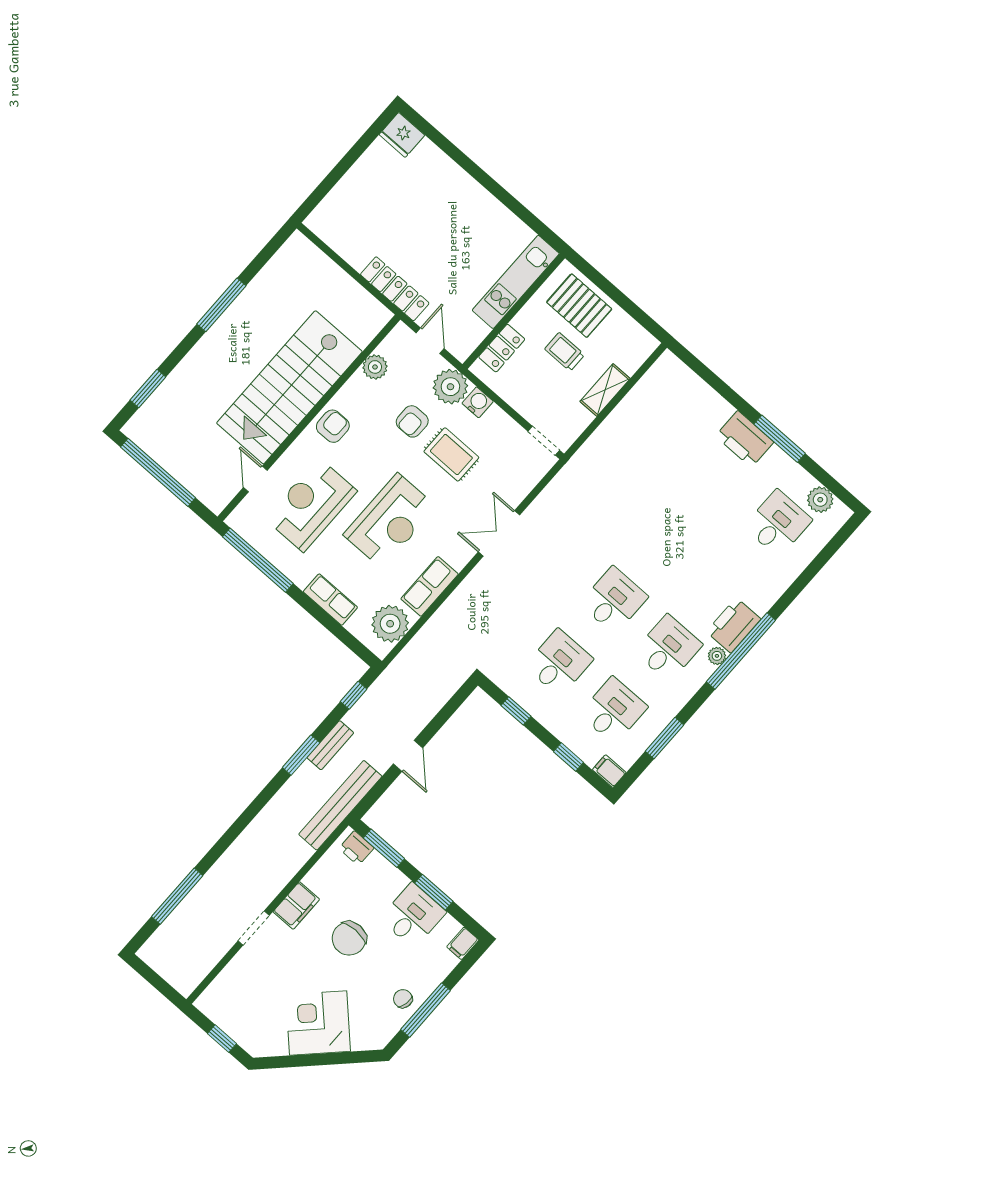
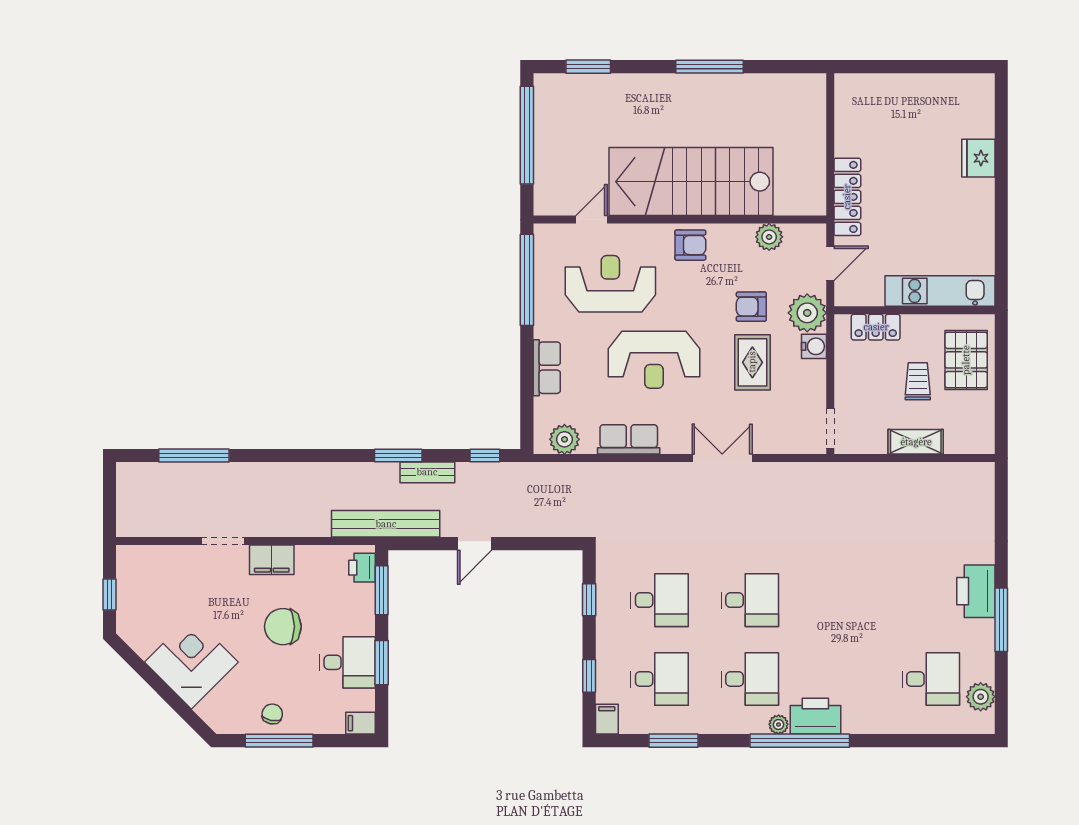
fridge: (402, 135) -> (978, 158), moved
plant: (390, 624) -> (564, 439), width x0.73, depth x0.73

